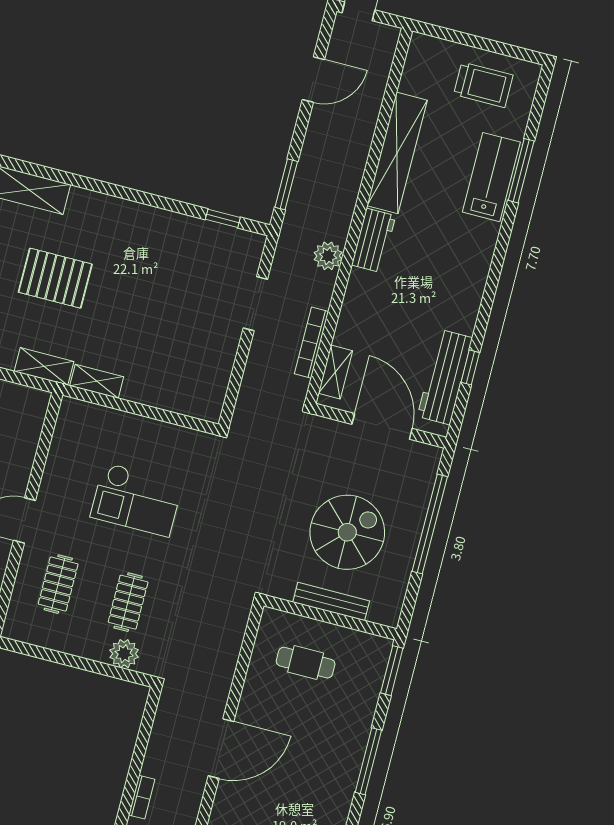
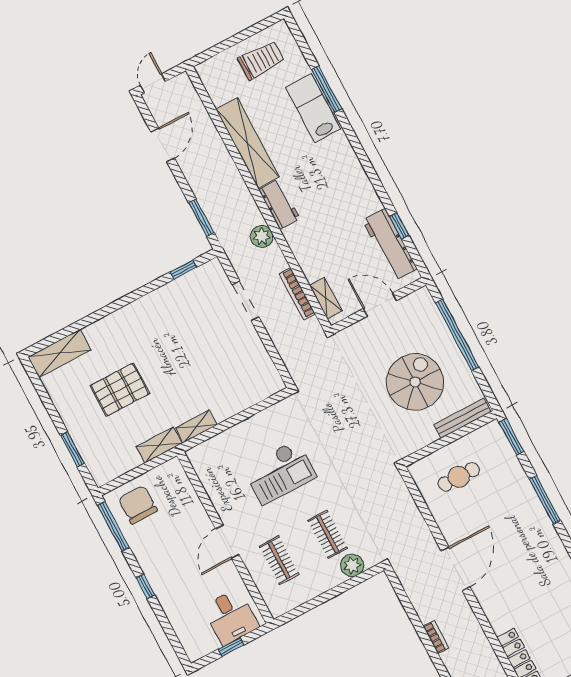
door: (382, 426) -> (380, 305), width x0.73
bench: (331, 602) -> (462, 418), moved

